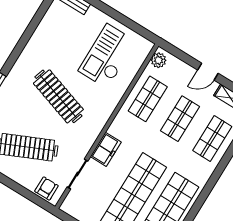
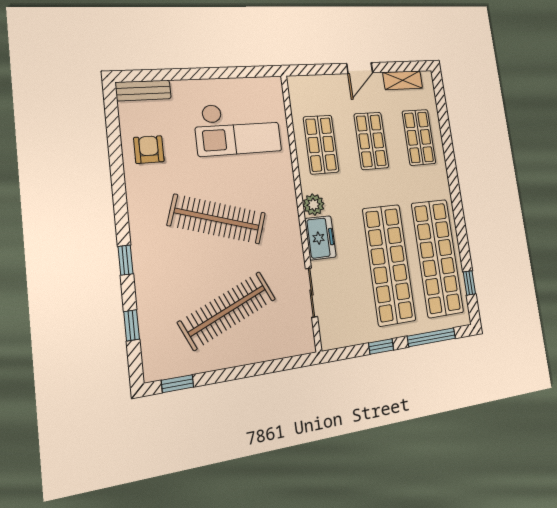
checkout: (107, 56) -> (238, 129), turned -90
plant: (159, 60) -> (314, 205), moved
armchair: (46, 188) -> (149, 150), moved

